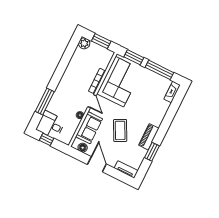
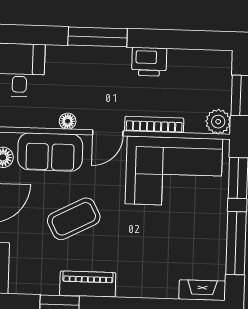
plant: (84, 43) -> (218, 122), moved
printer: (71, 72) -> (149, 62), added
window: (45, 102) -> (98, 37), moved

